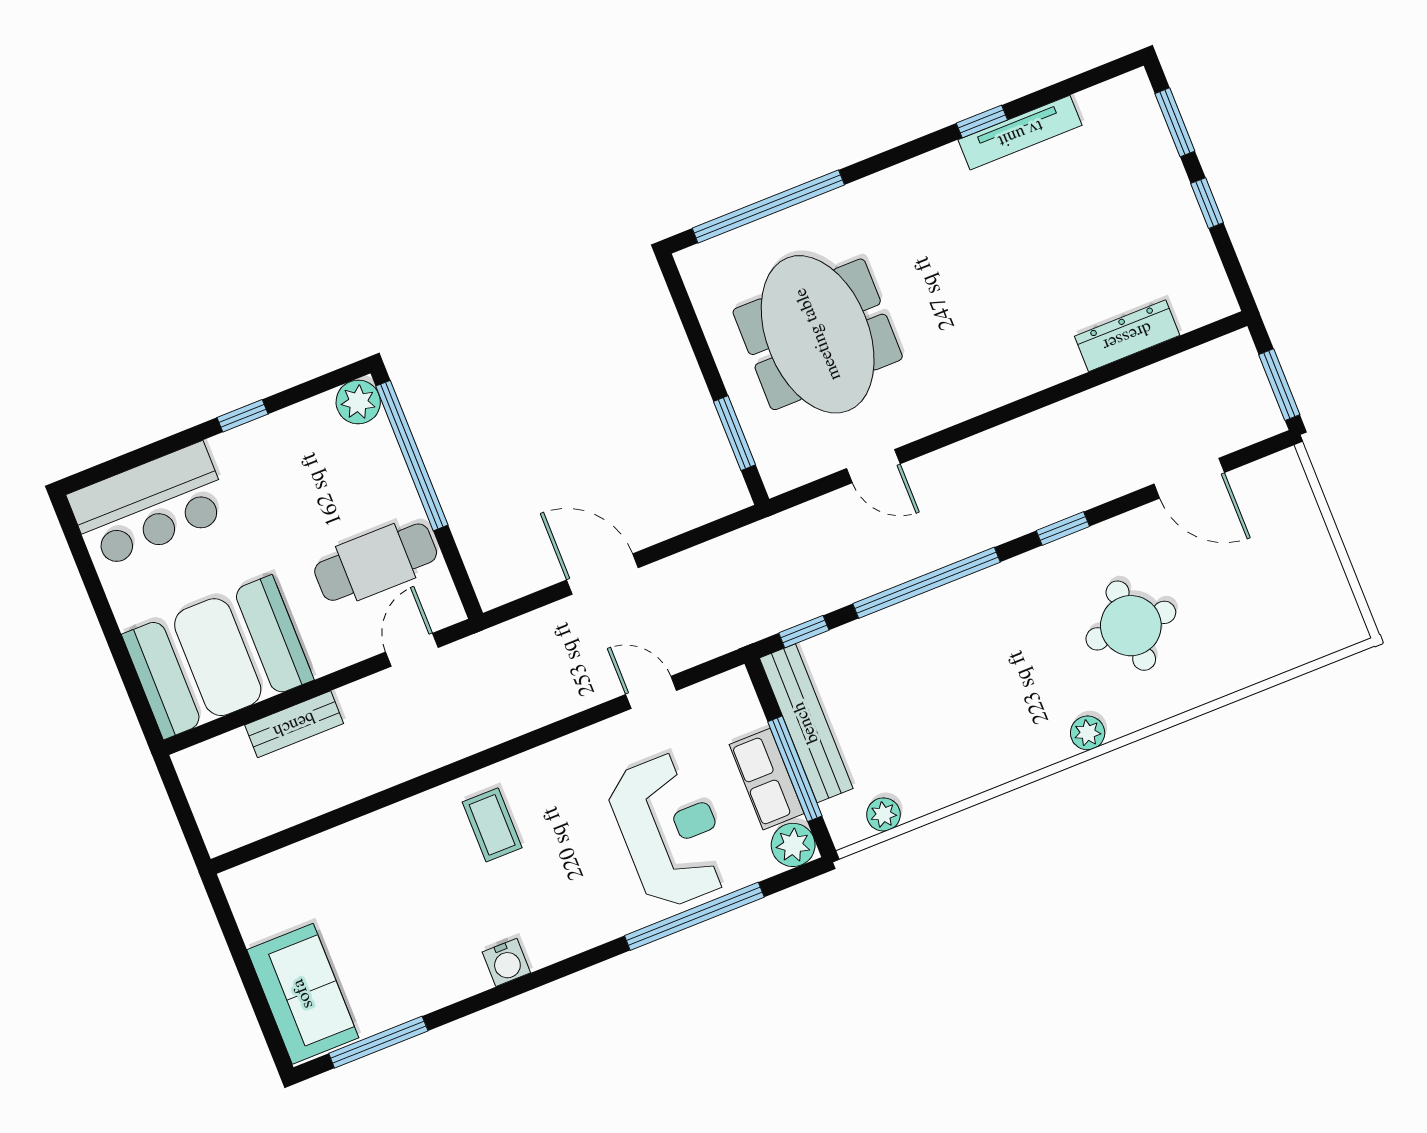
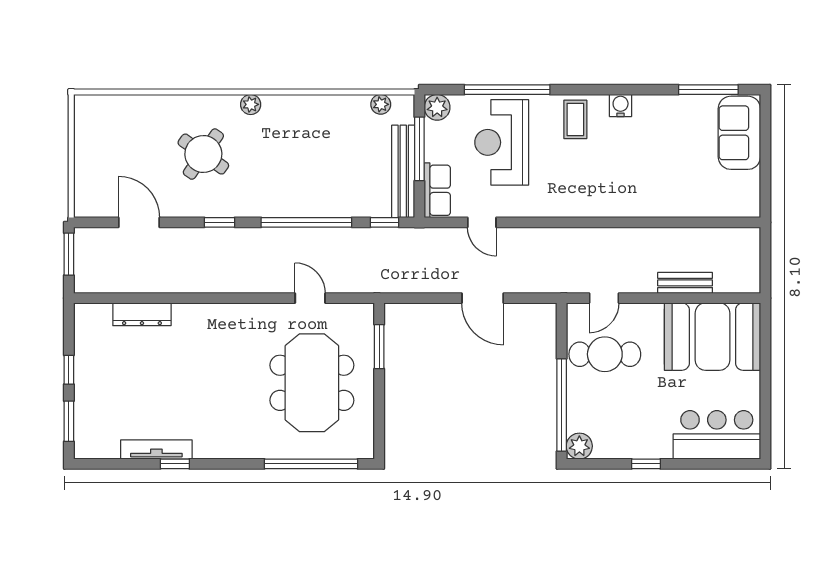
round table: (1131, 626) -> (203, 154), turned 35
row of seats: (767, 779) -> (437, 190), moved
coffee table: (492, 825) -> (575, 119), moved

